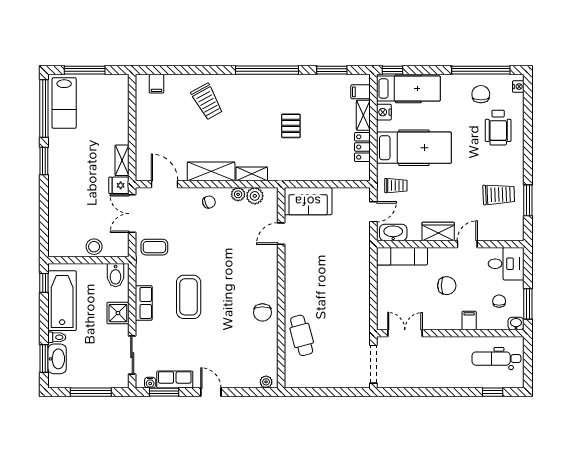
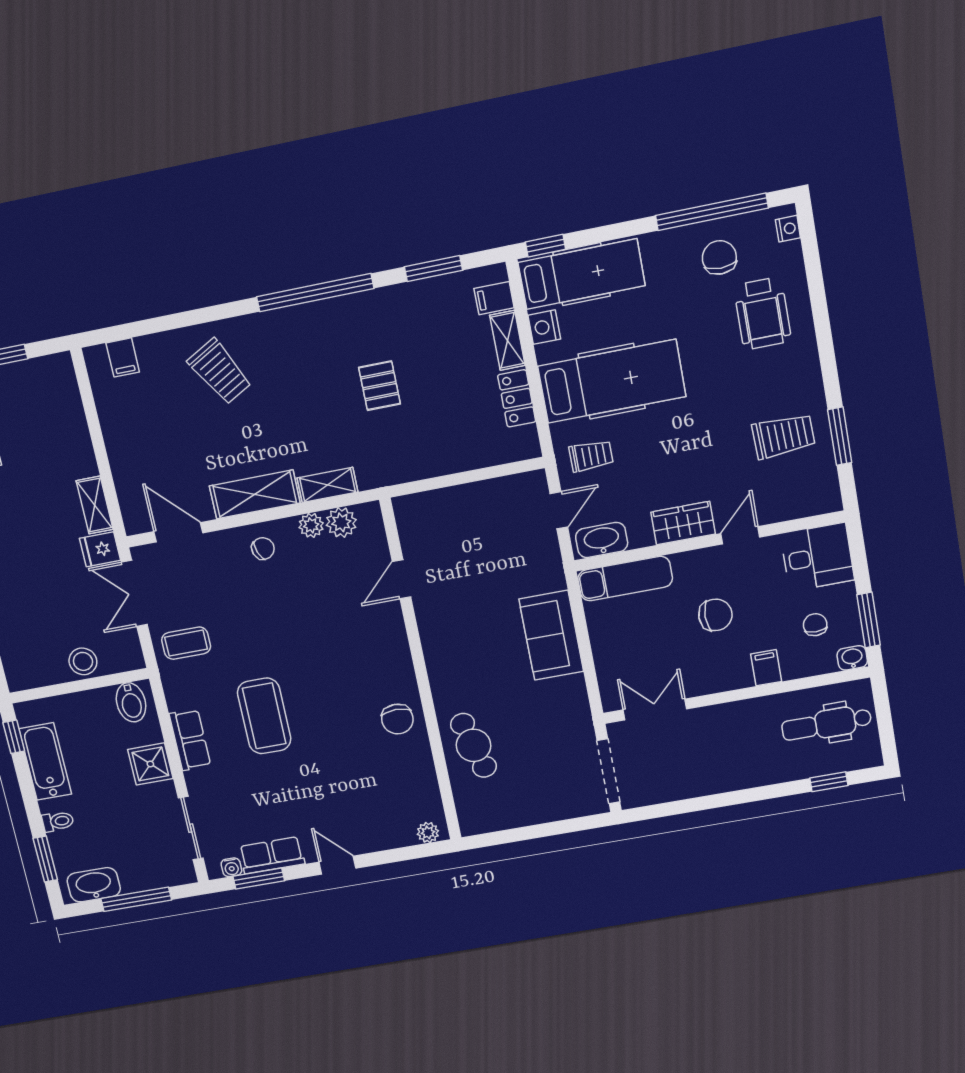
sofa: (308, 201) -> (551, 635), moved, turned 90
bathtub: (62, 301) -> (45, 761), width x0.73, depth x0.73
washbasin: (57, 359) -> (94, 885), moved, turned -90

